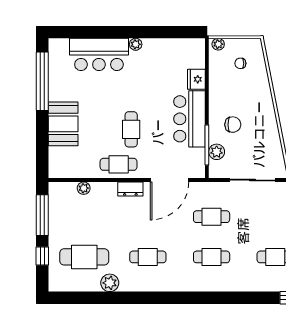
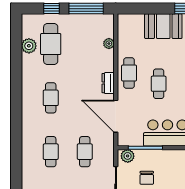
chair: (233, 125) -> (147, 178), moved
cafe table: (131, 129) -> (159, 84), turned 90
plant: (217, 152) -> (128, 156), moved
plant: (110, 283) -> (29, 46), moved

